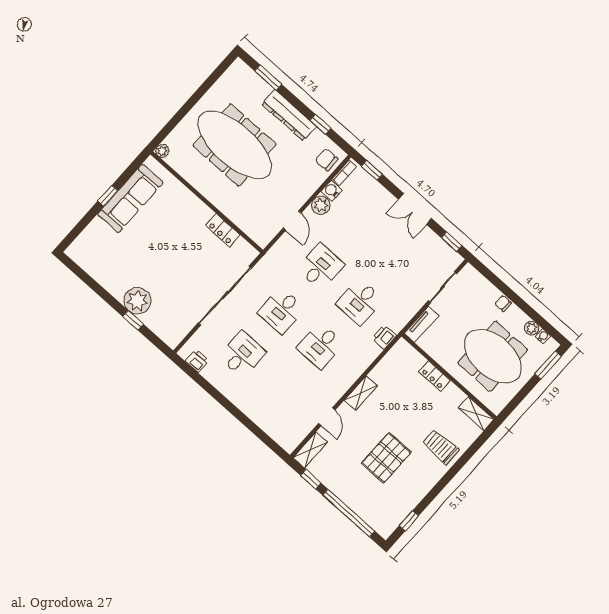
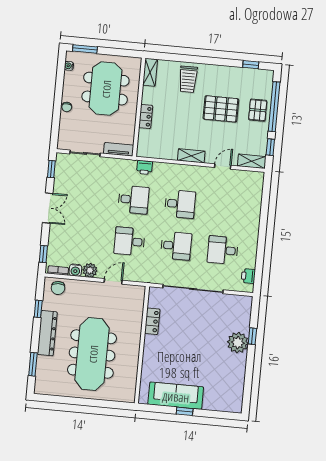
plant: (162, 151) -> (130, 398), removed
plant: (532, 328) -> (69, 77), removed
pallet: (358, 494) -> (258, 110), added

